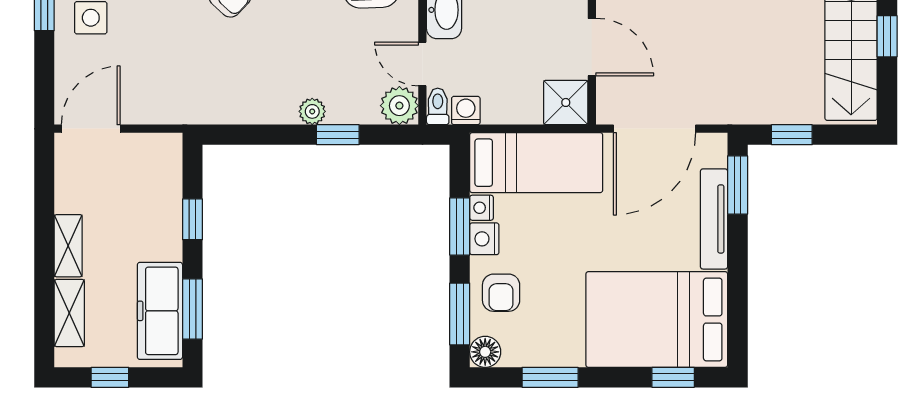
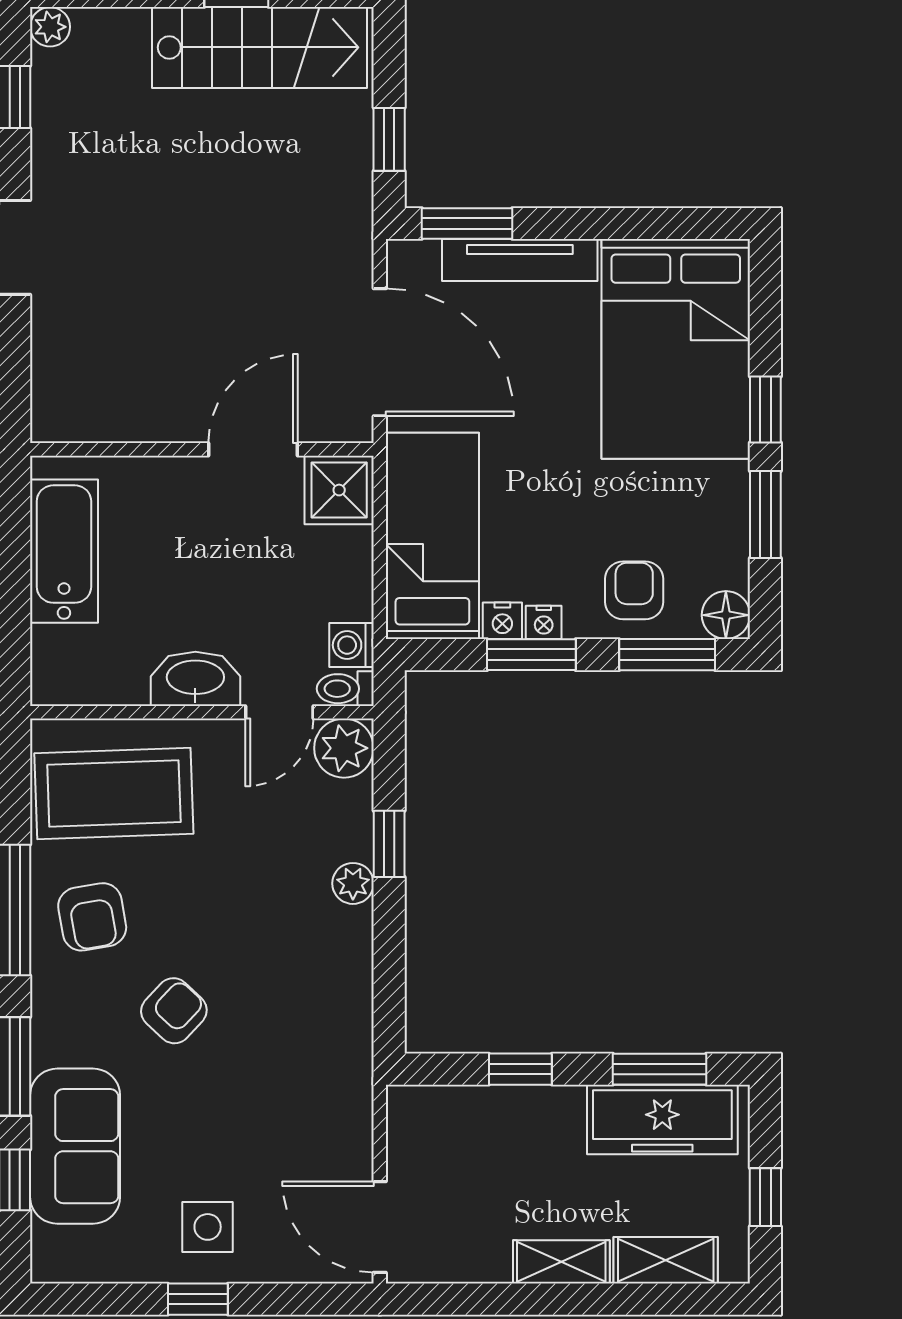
nightstand: (484, 239) -> (544, 622), width x0.72, depth x0.74
armchair: (501, 293) -> (634, 590), turned -90
window: (673, 377) -> (765, 409), moved

